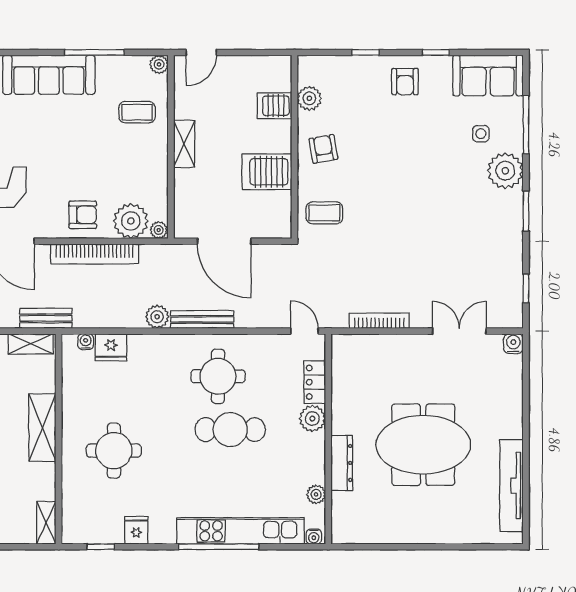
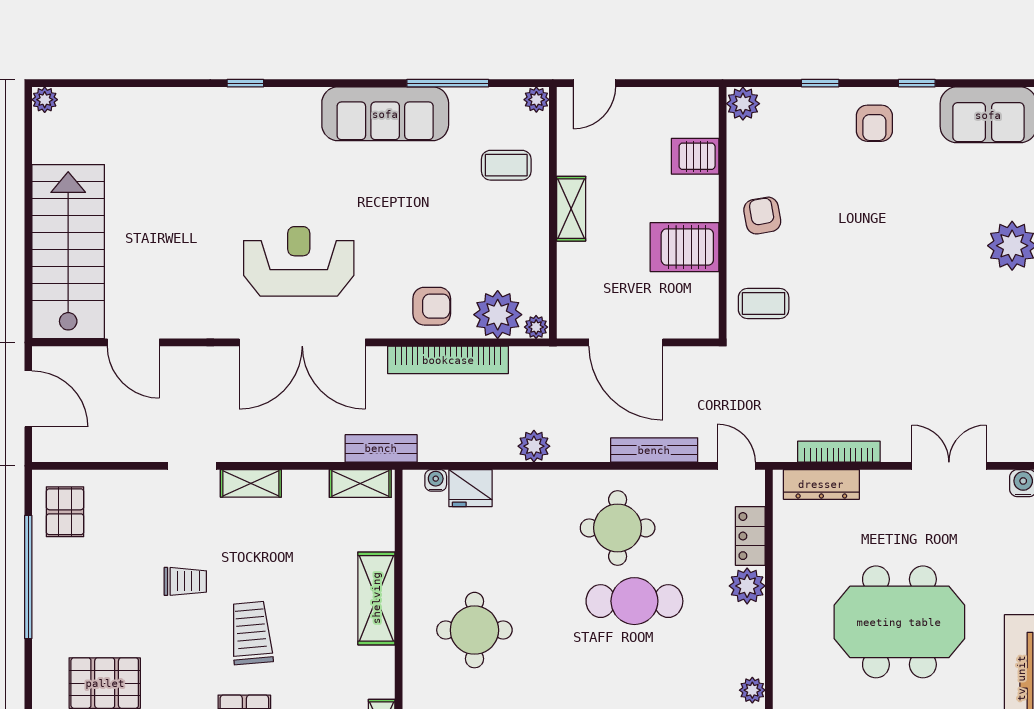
plant: (309, 98) -> (743, 104), moved
side table: (481, 134) -> (979, 195), removed
bench: (202, 320) -> (654, 450), moved
dresser: (342, 463) -> (821, 484), moved, turned 90

